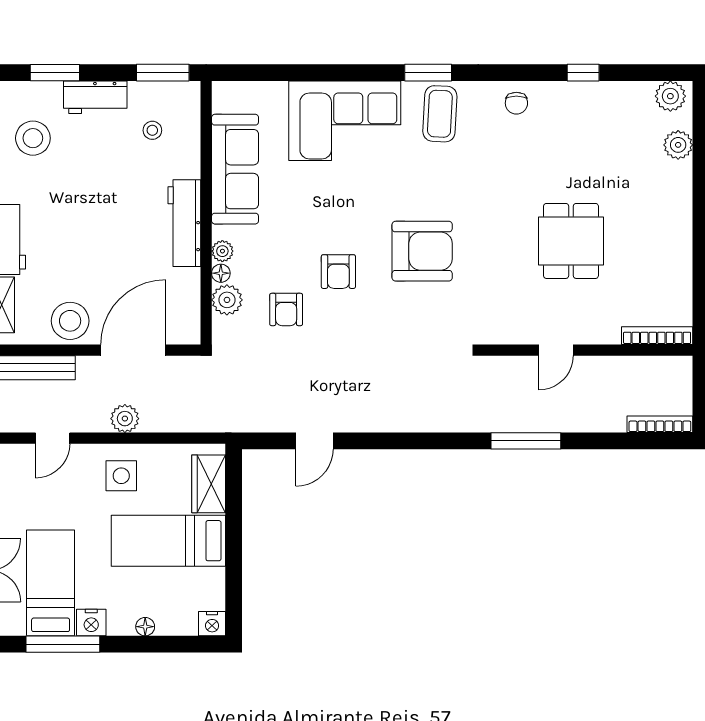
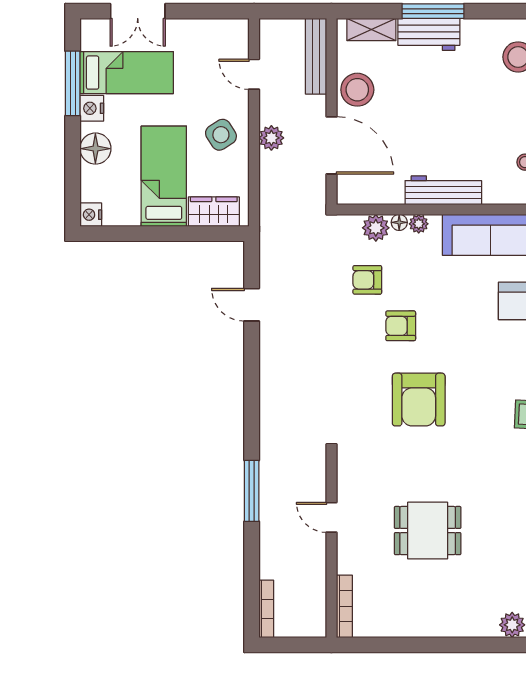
side table: (121, 476) -> (221, 135), turned -33
floor lamp: (145, 627) -> (95, 149), width x1.89, depth x1.89

